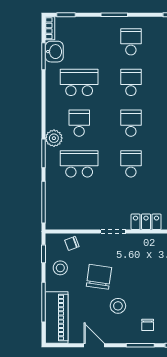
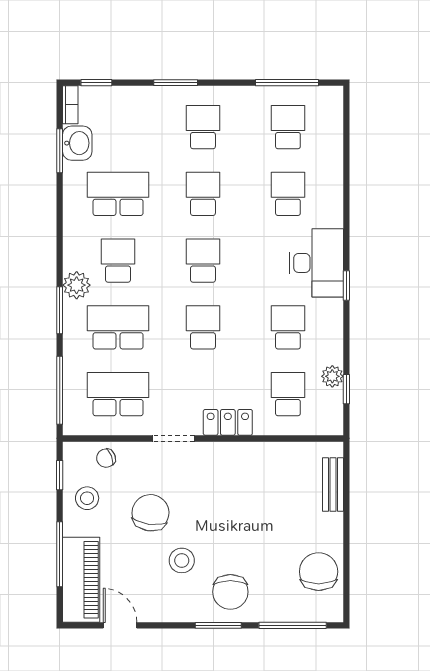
school desk: (79, 204) -> (118, 394), added
chair: (148, 325) -> (230, 592), width x1.87, depth x1.87
door: (94, 345) -> (120, 625), moved

